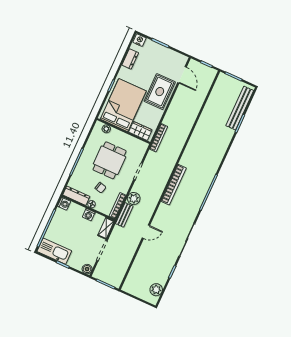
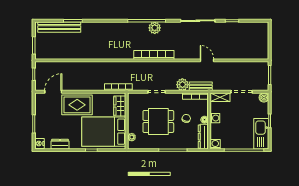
plant: (156, 290) -> (155, 28), moved

